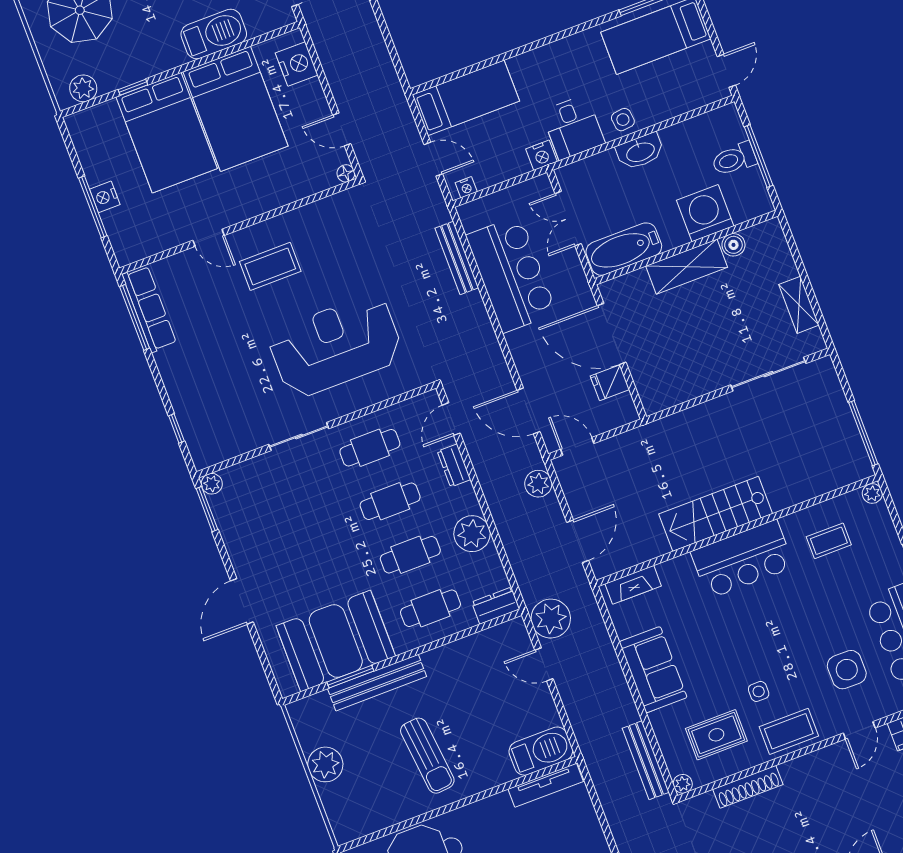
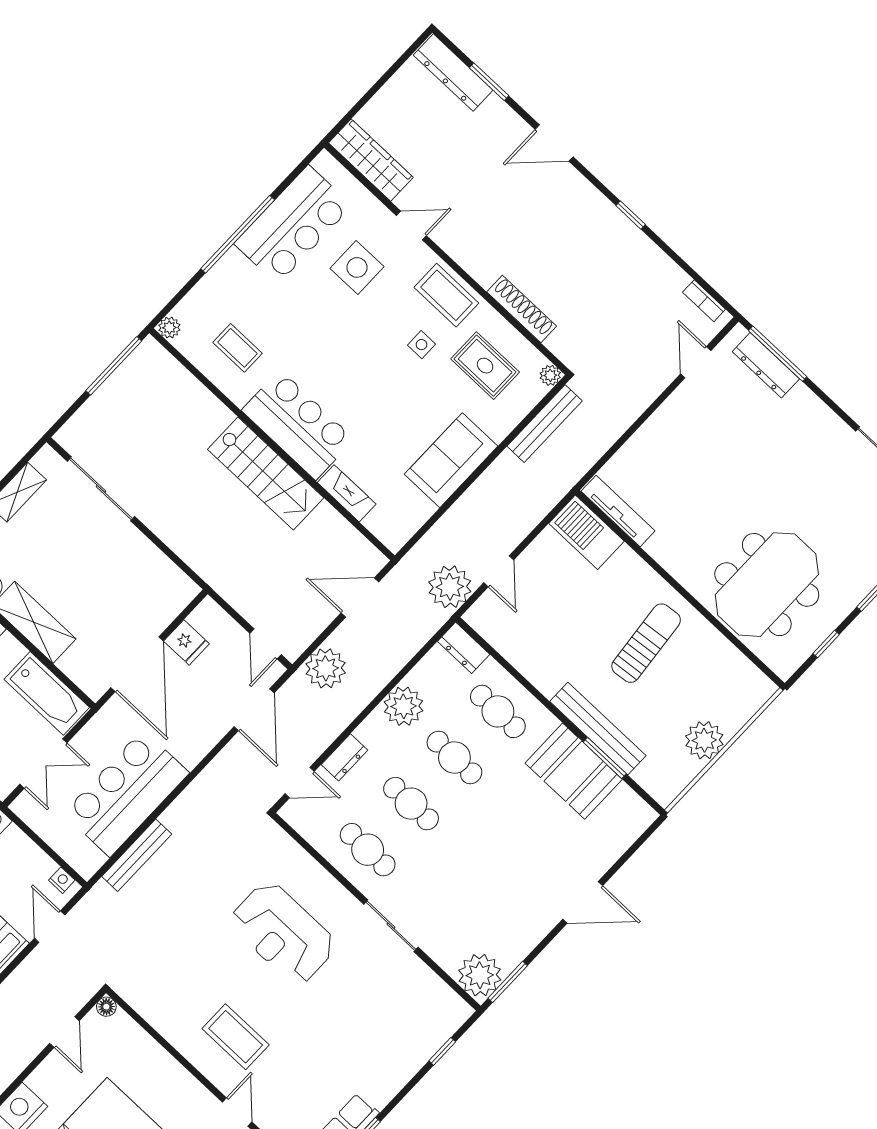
reception desk: (336, 346) -> (283, 933), width x0.74, depth x0.77
plant: (212, 484) -> (480, 975), width x1.87, depth x1.87
plant: (538, 484) -> (326, 668), width x1.36, depth x1.36
fireplace: (633, 585) -> (347, 493), moved
booth: (336, 641) -> (574, 771), width x0.73, depth x0.70

